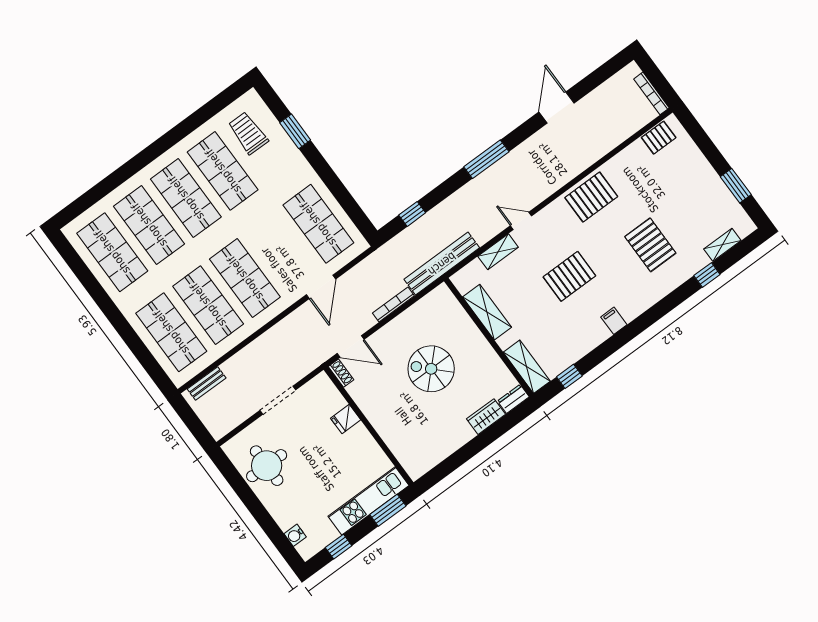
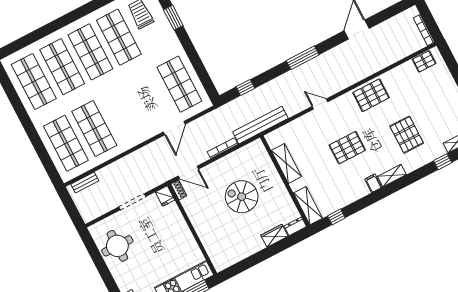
shelving: (498, 252) -> (392, 176), moved
shop shelf: (245, 278) -> (123, 114), removed
fridge: (346, 419) -> (165, 196), moved, turned -90

